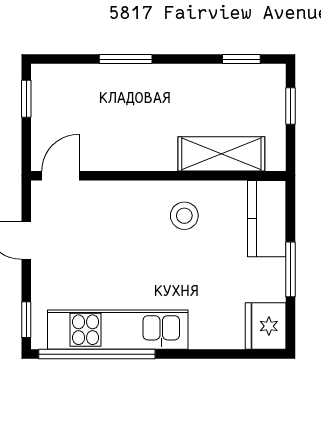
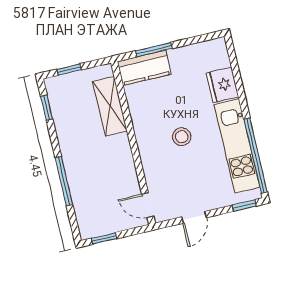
window: (126, 59) -> (64, 181), width x1.44
stool: (184, 216) -> (182, 137), moved
window: (290, 269) -> (154, 50), moved
fridge: (266, 326) -> (222, 85), moved, turned 90

